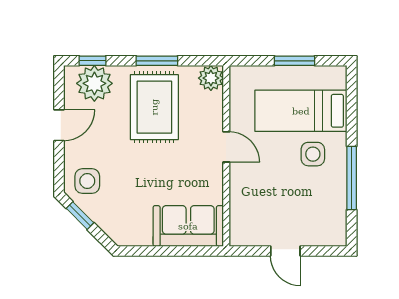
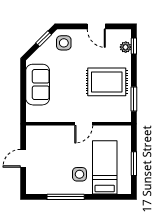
window: (157, 61) -> (134, 99), moved
plant: (211, 78) -> (124, 115), removed
plant: (94, 83) -> (126, 47), width x0.53, depth x0.53
sofa: (188, 226) -> (38, 85), moved

